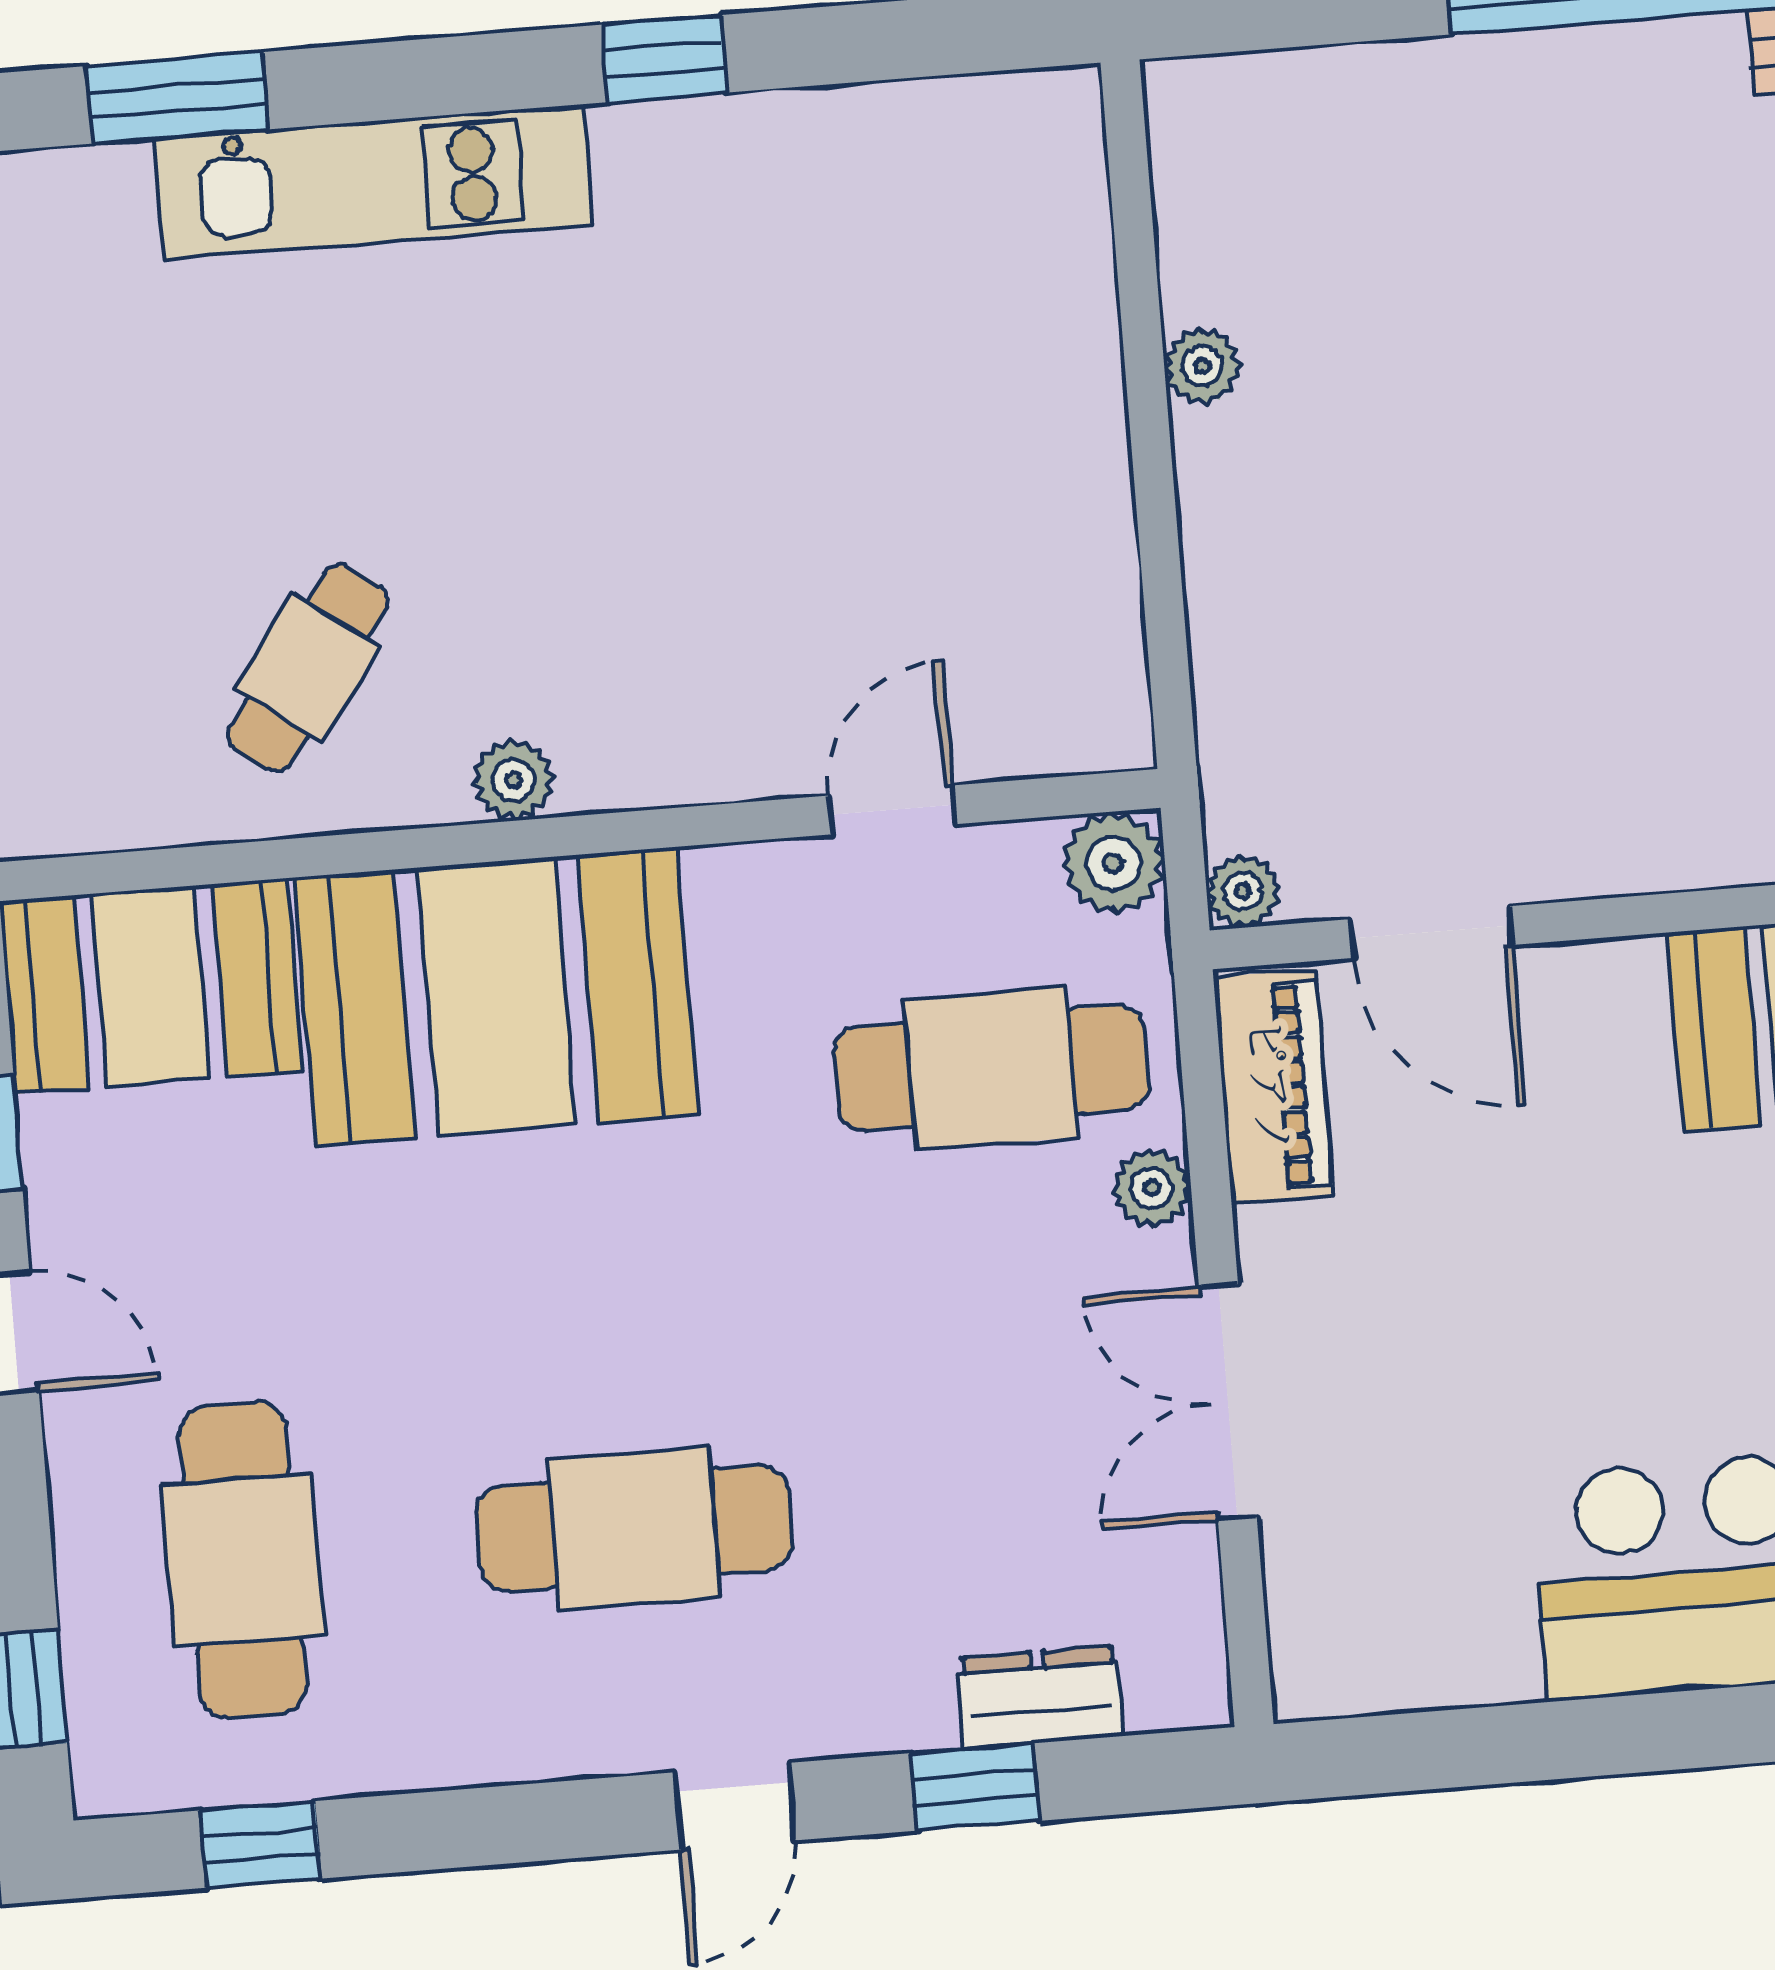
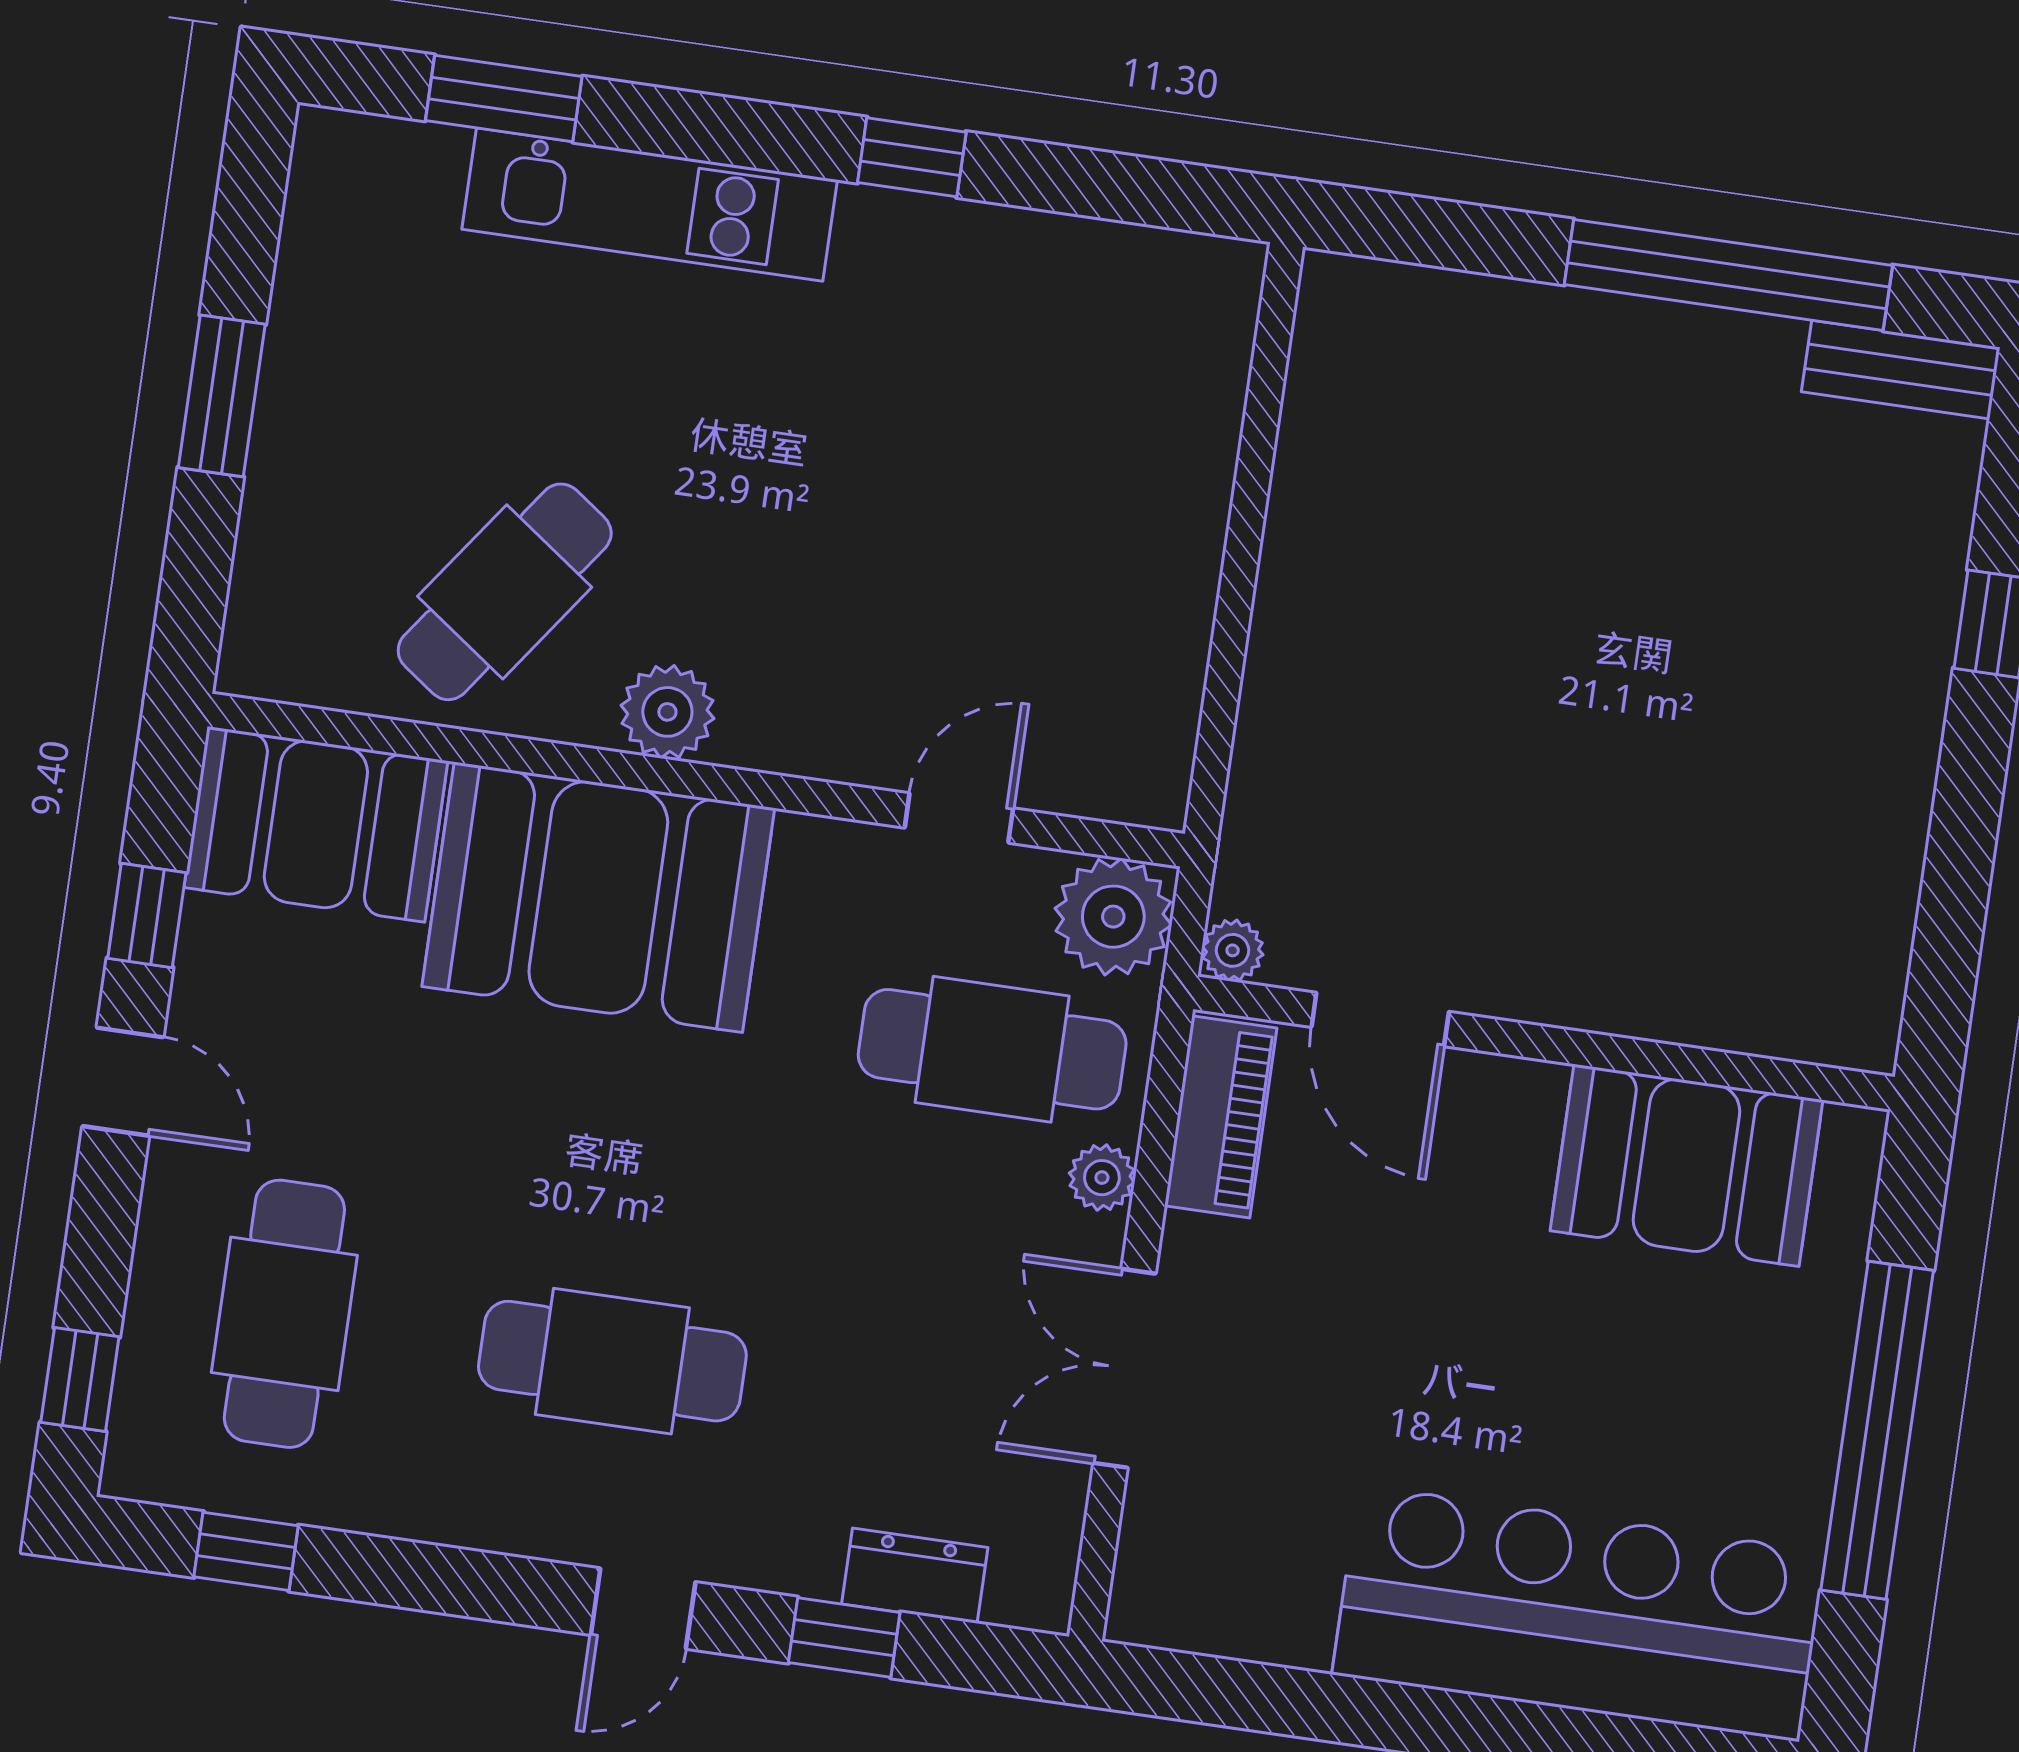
plant: (1202, 366) -> (1297, 511), removed
cafe table: (308, 668) -> (505, 592), width x1.37, depth x1.35
plant: (513, 780) -> (667, 712), width x1.38, depth x1.38
plant: (1114, 863) -> (1113, 917), width x1.36, depth x1.36

